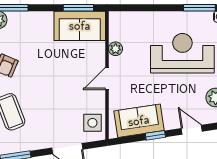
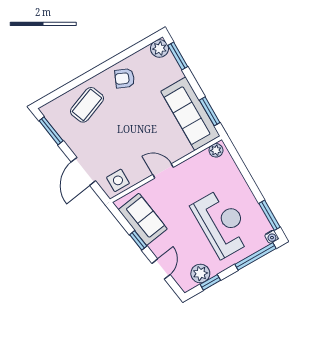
sofa: (80, 26) -> (190, 114), width x1.36
plant: (116, 49) -> (216, 150), moved

